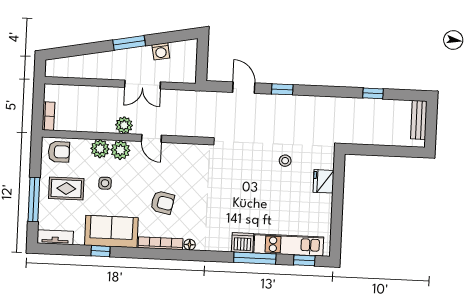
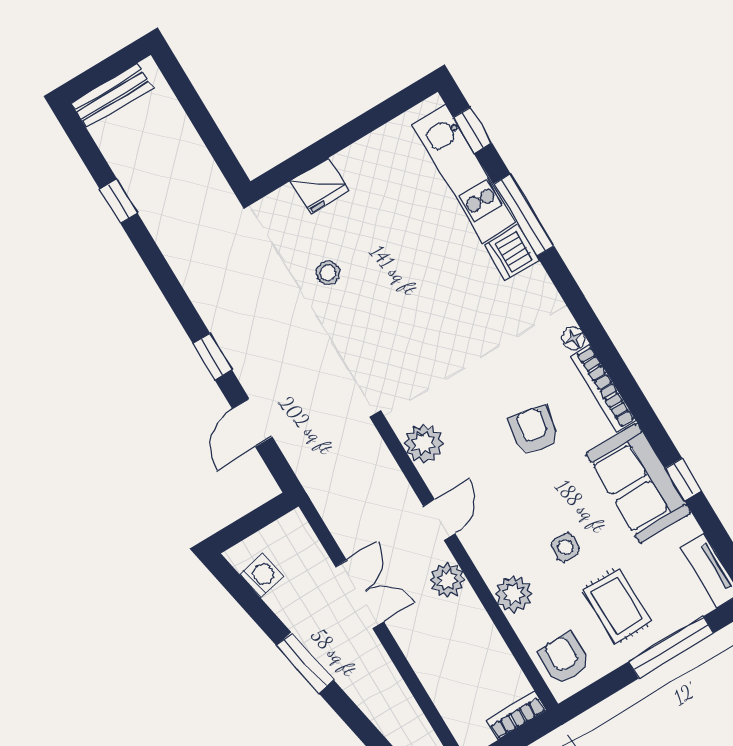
washing machine: (161, 51) -> (262, 576), moved
plant: (120, 150) -> (424, 443), moved

